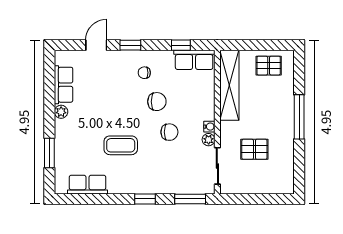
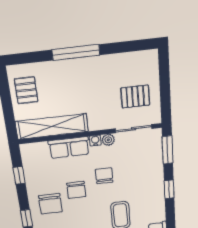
row of seats: (194, 60) -> (69, 148), moved, turned 90
chair: (144, 73) -> (50, 204), width x1.87, depth x1.87
chair: (157, 102) -> (76, 190), turned 180
pallet: (254, 149) -> (135, 97), moved, turned 90

